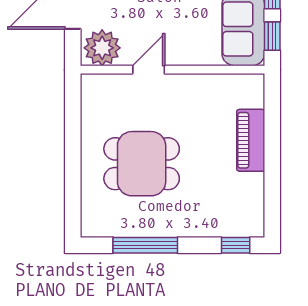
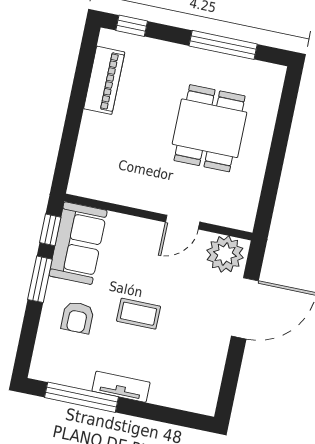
piano: (251, 140) -> (104, 80), moved
dining table: (142, 164) -> (210, 128), turned 90

